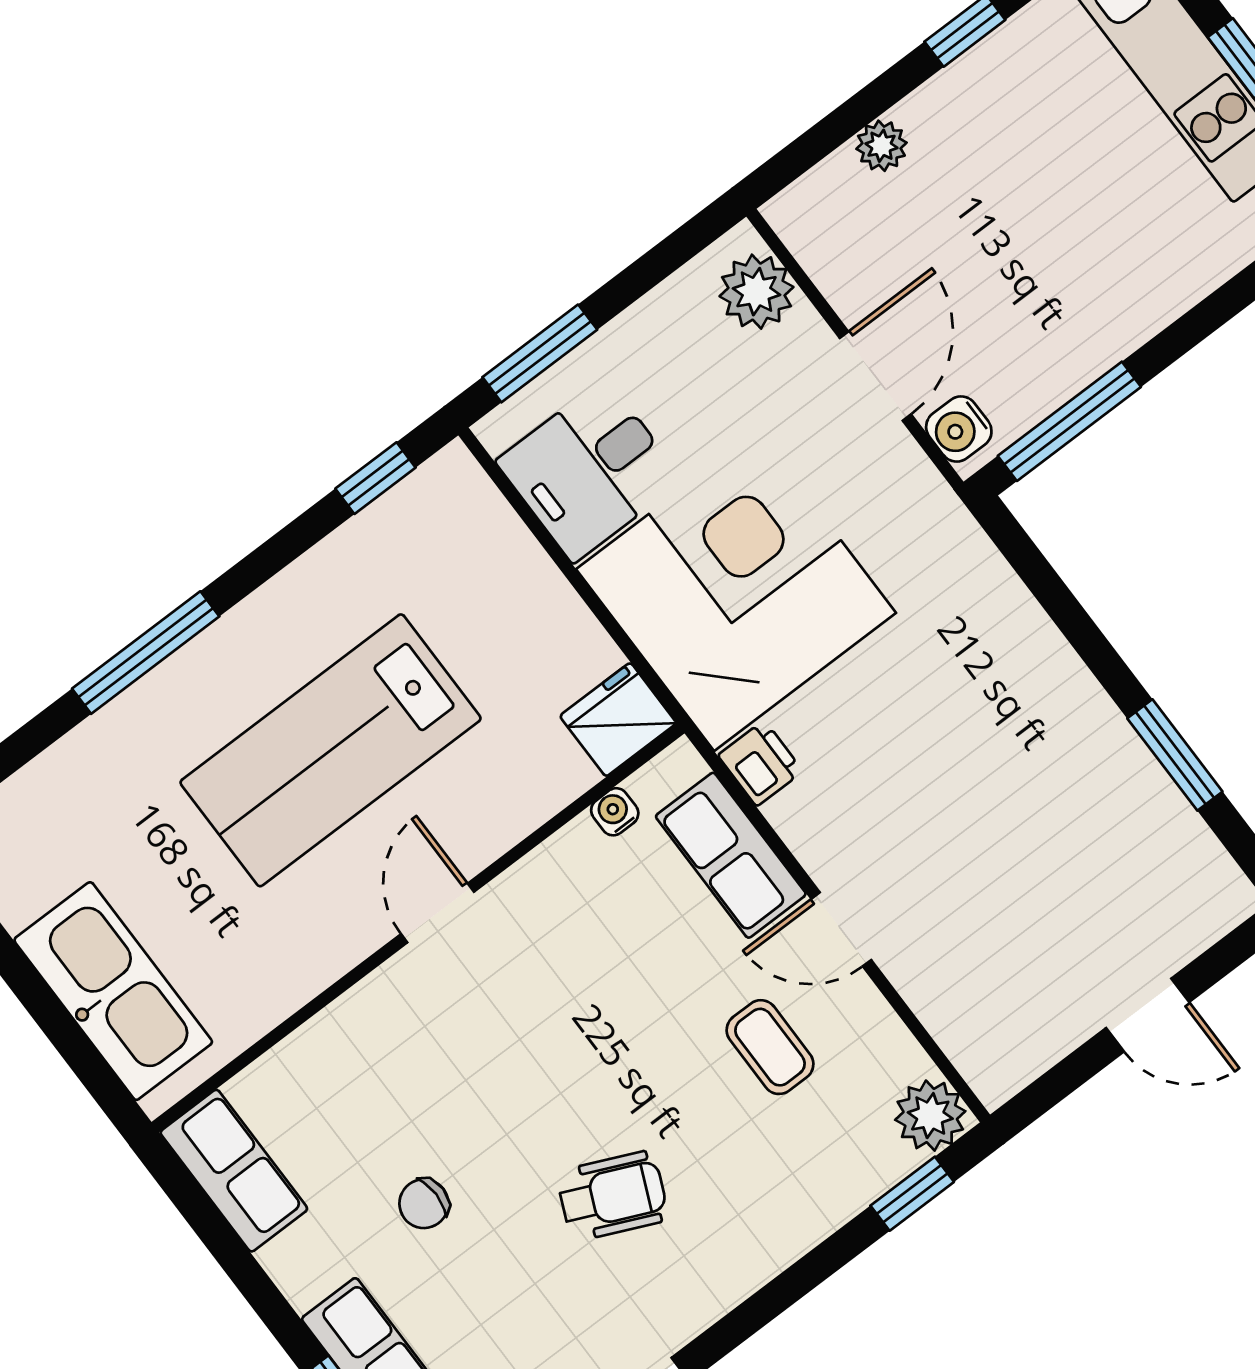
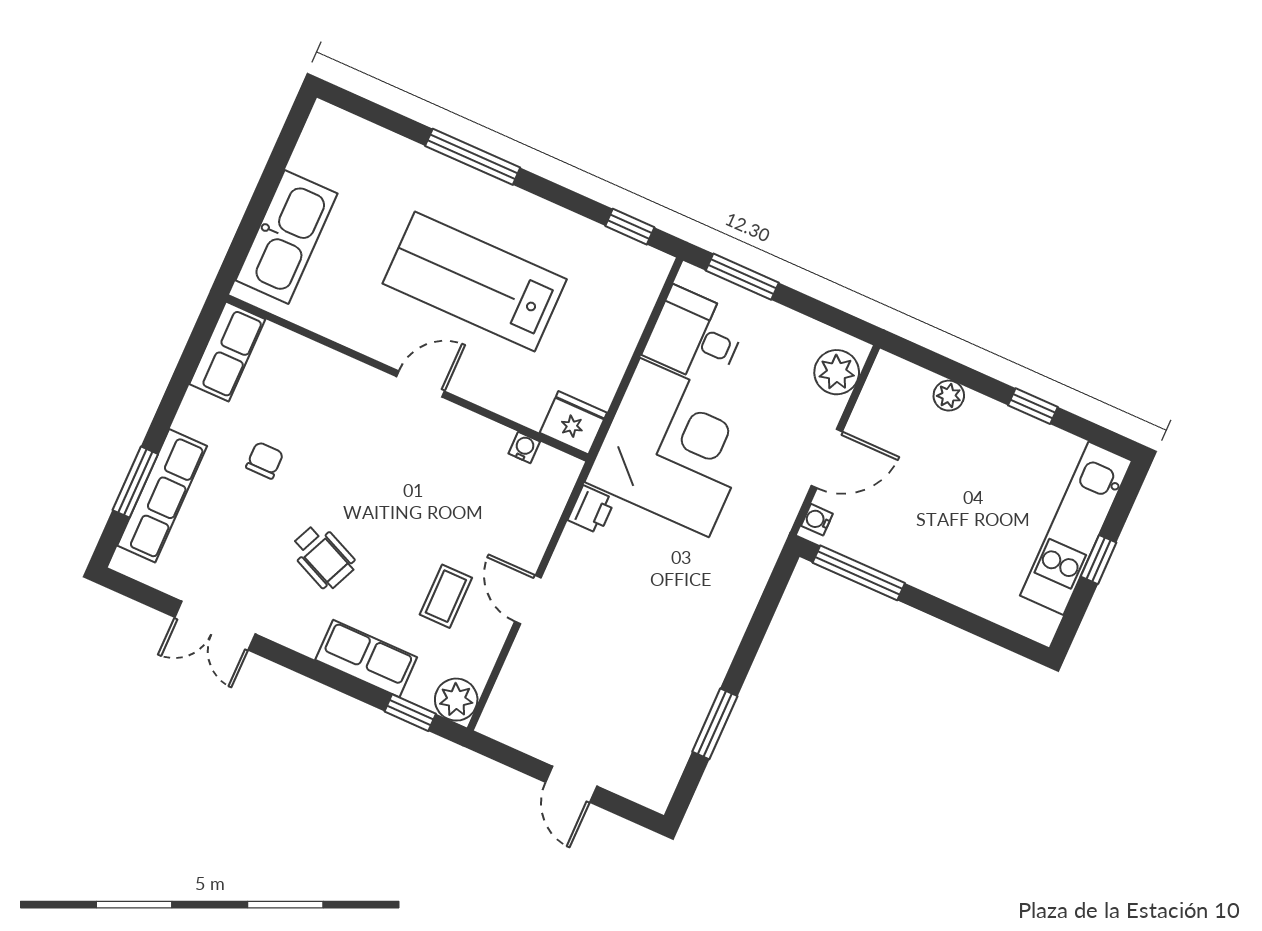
water cooler: (959, 429) -> (817, 520), width x0.72, depth x0.72
row of seats: (731, 855) -> (366, 659), moved, turned 90
chair: (424, 1204) -> (265, 460), turned 90

